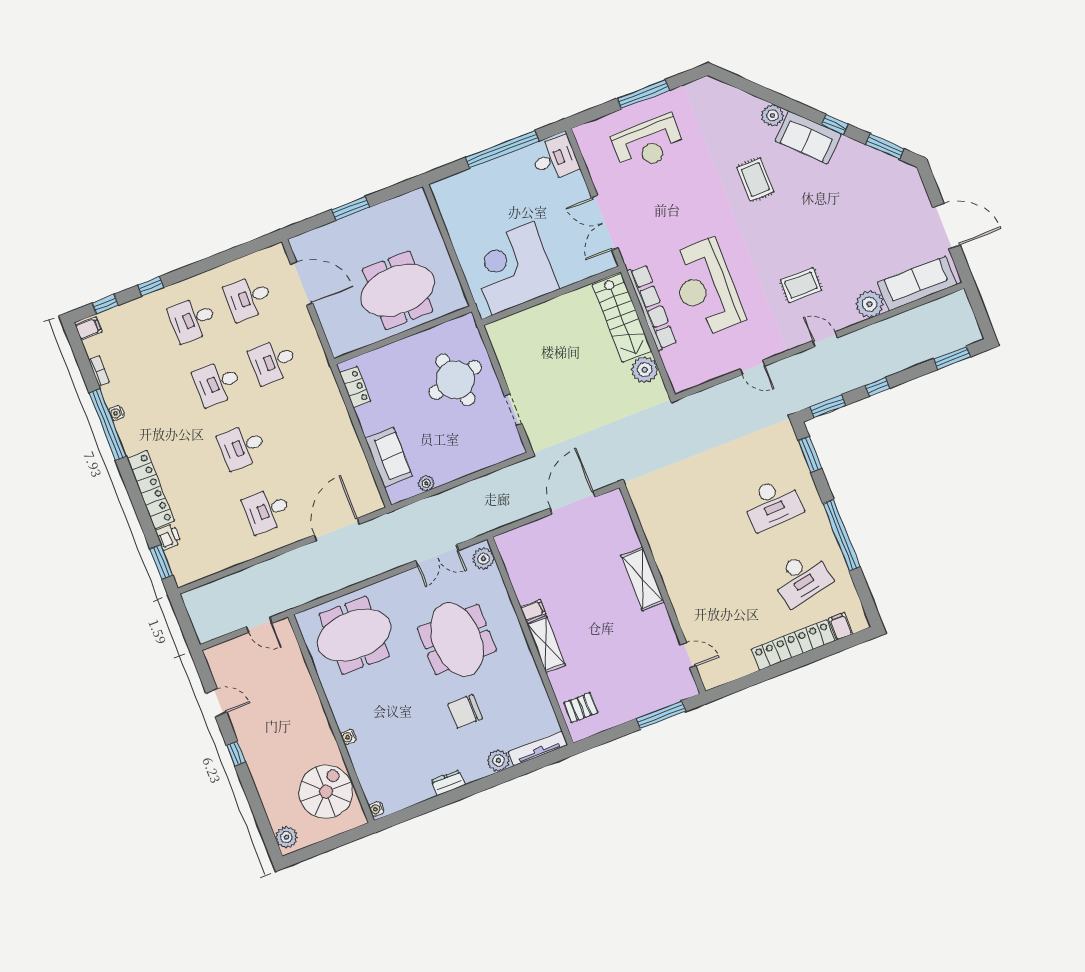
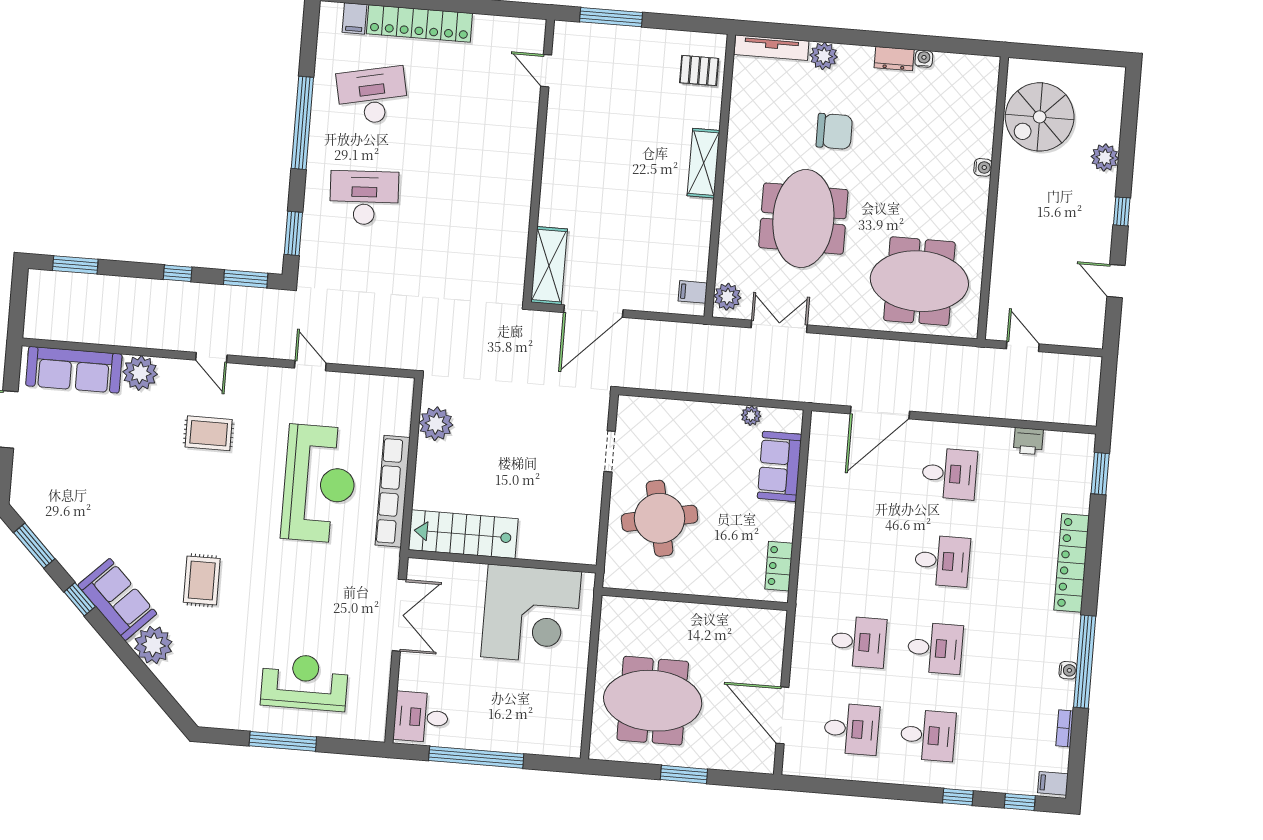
plant: (773, 115) -> (153, 645), width x1.36, depth x1.36
meeting table: (398, 290) -> (653, 701), moved
stairs: (622, 318) -> (463, 534), moved, turned -90
printer: (168, 537) -> (1028, 441), moved, turned -90
shelving: (643, 579) -> (549, 266), moved
filing cabinet: (533, 610) -> (693, 292), moved
water cooler: (376, 809) -> (924, 59), moved, turned -90
plant: (286, 837) -> (1105, 157), moved

